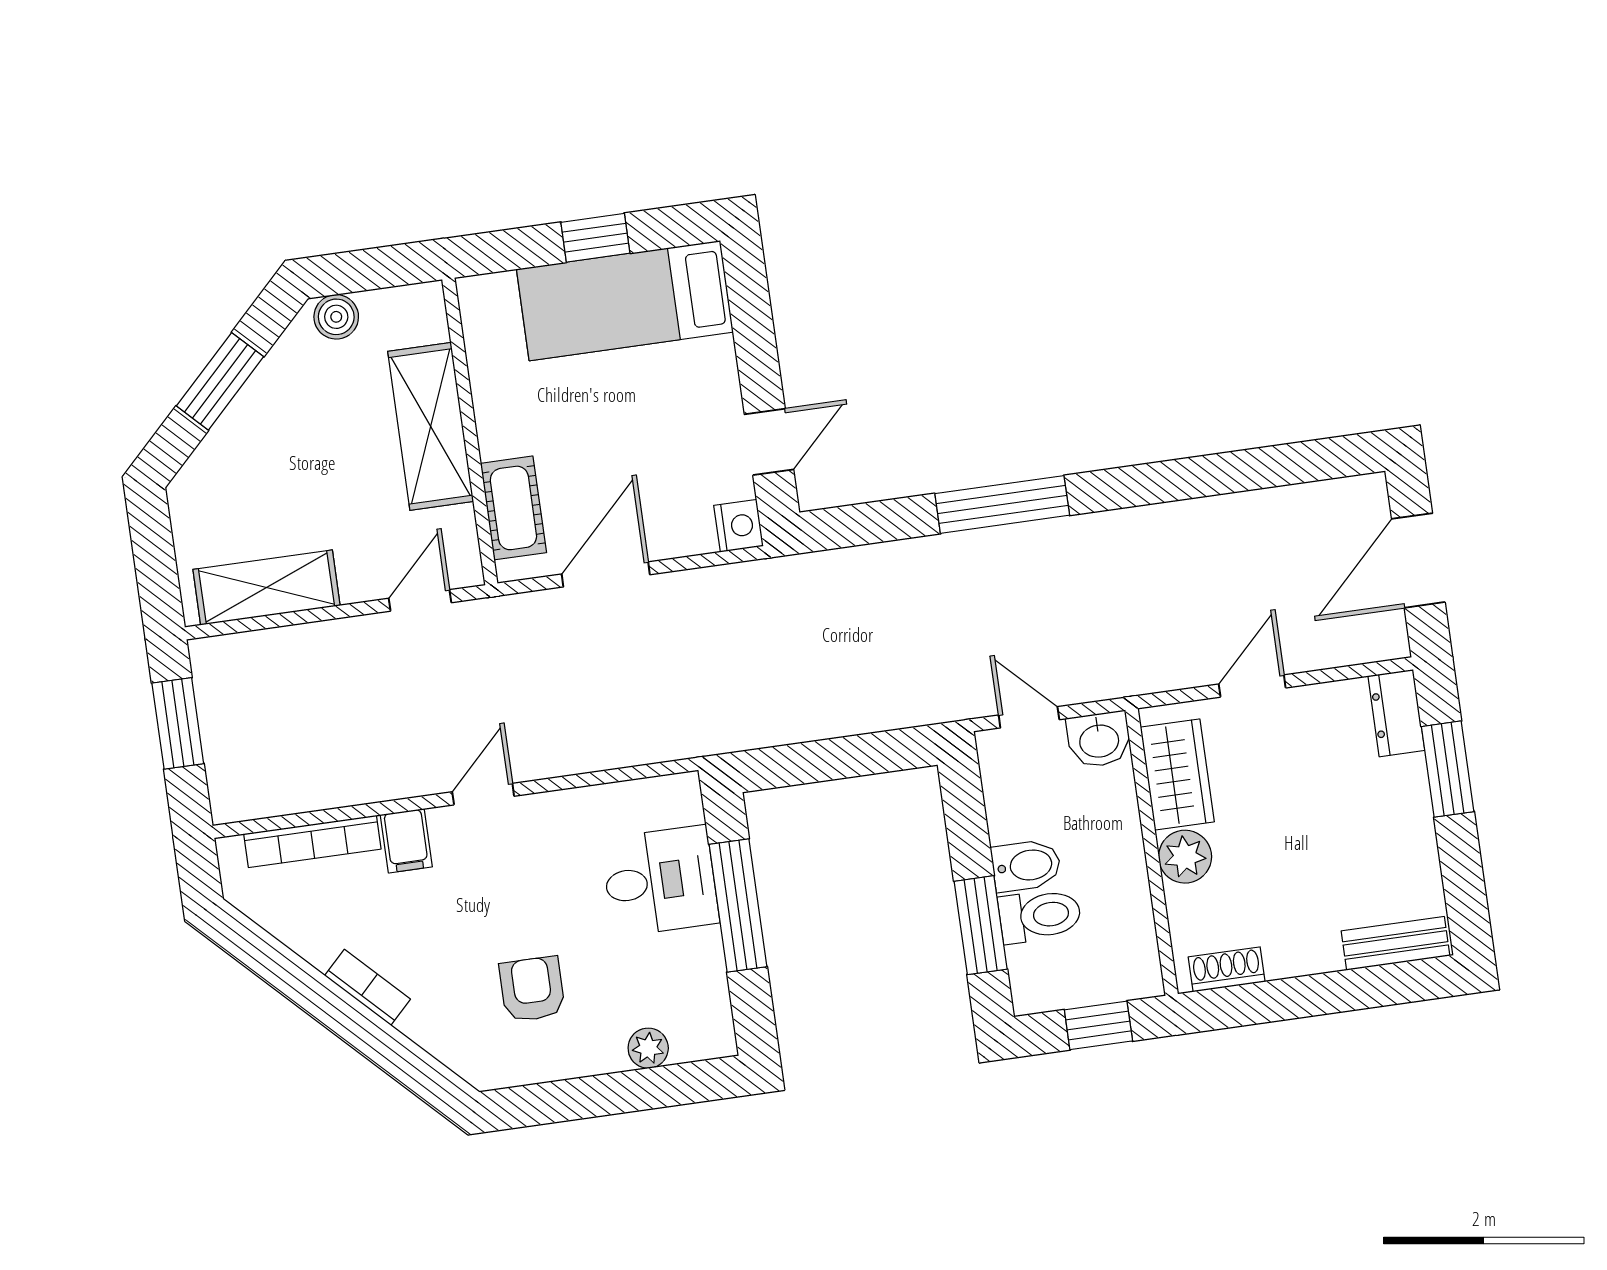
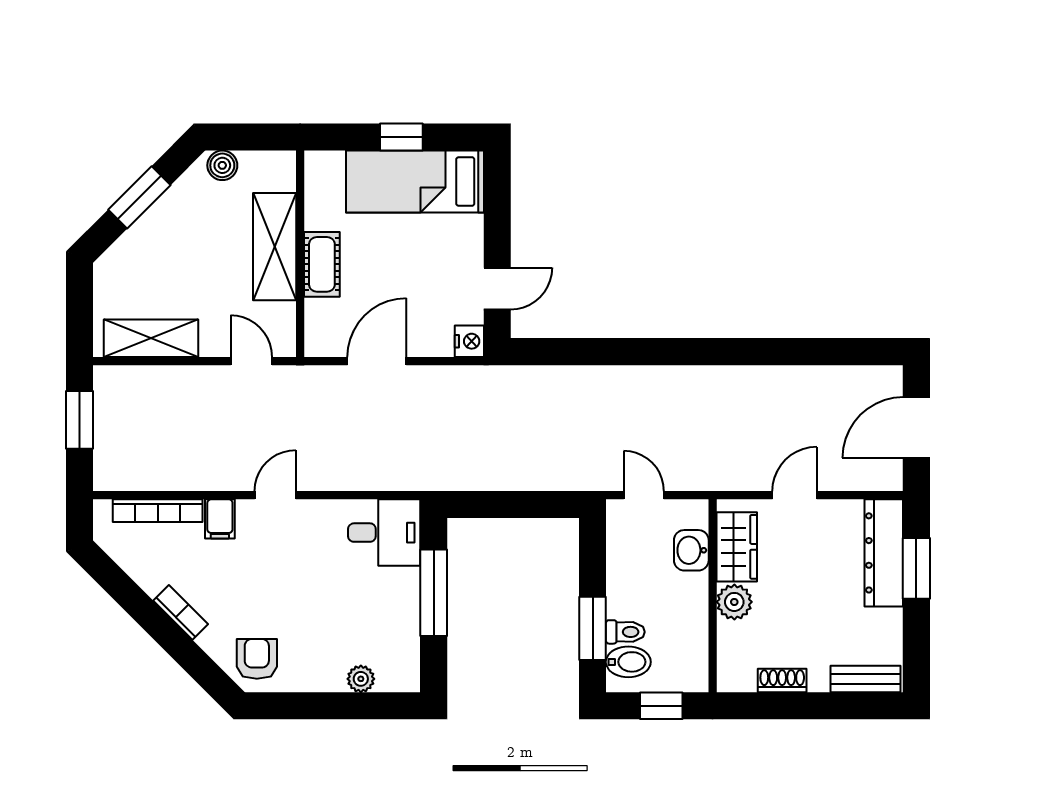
window: (1002, 504) -> (646, 352), removed
cot: (513, 508) -> (322, 264), moved
door: (420, 600) -> (251, 361), hinge flipped
dresser: (1396, 713) -> (884, 553), width x1.96, depth x1.24
washbasin: (1099, 740) -> (691, 550), moved, turned 90
bidet: (1026, 866) -> (628, 662), moved
desk: (660, 881) -> (384, 533), moved
toilet: (1040, 916) -> (625, 632), width x0.73, depth x0.72
shoe rack: (1227, 969) -> (782, 680), moved
armchair: (532, 989) -> (257, 659), moved

